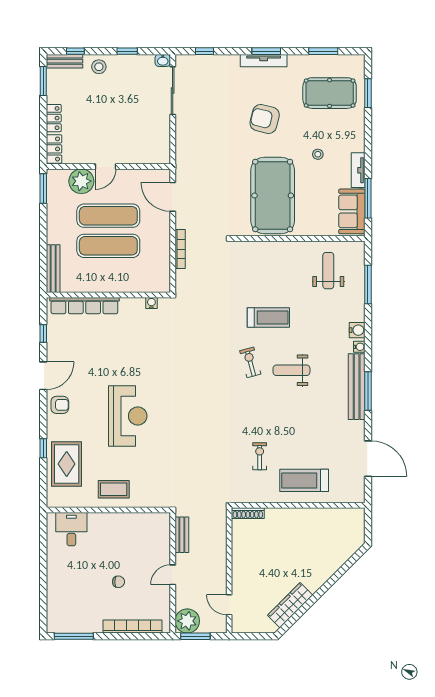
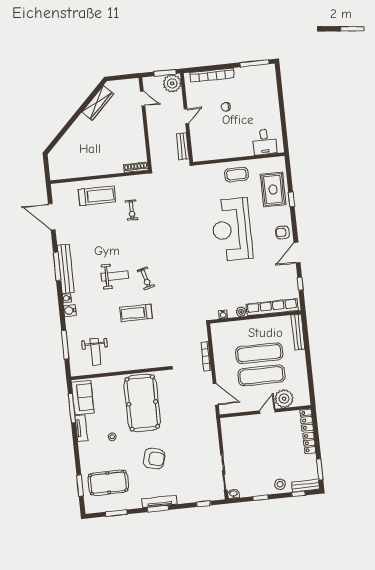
window: (43, 188) -> (311, 390), removed
plant: (127, 304) -> (241, 312), added
reception desk: (128, 416) -> (232, 229), width x1.36, depth x1.30

